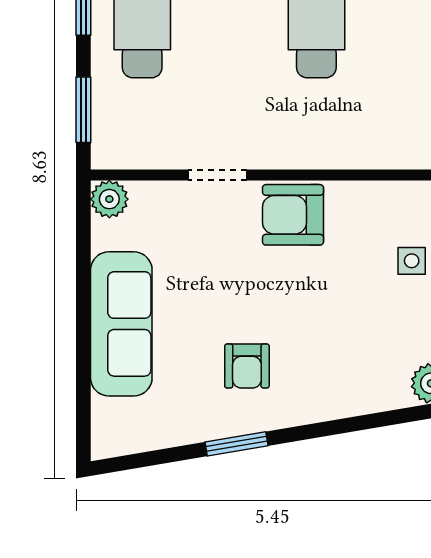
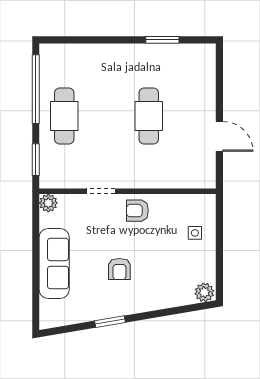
armchair: (293, 215) -> (137, 211), width x0.72, depth x0.72
armchair: (247, 366) -> (119, 269), moved

